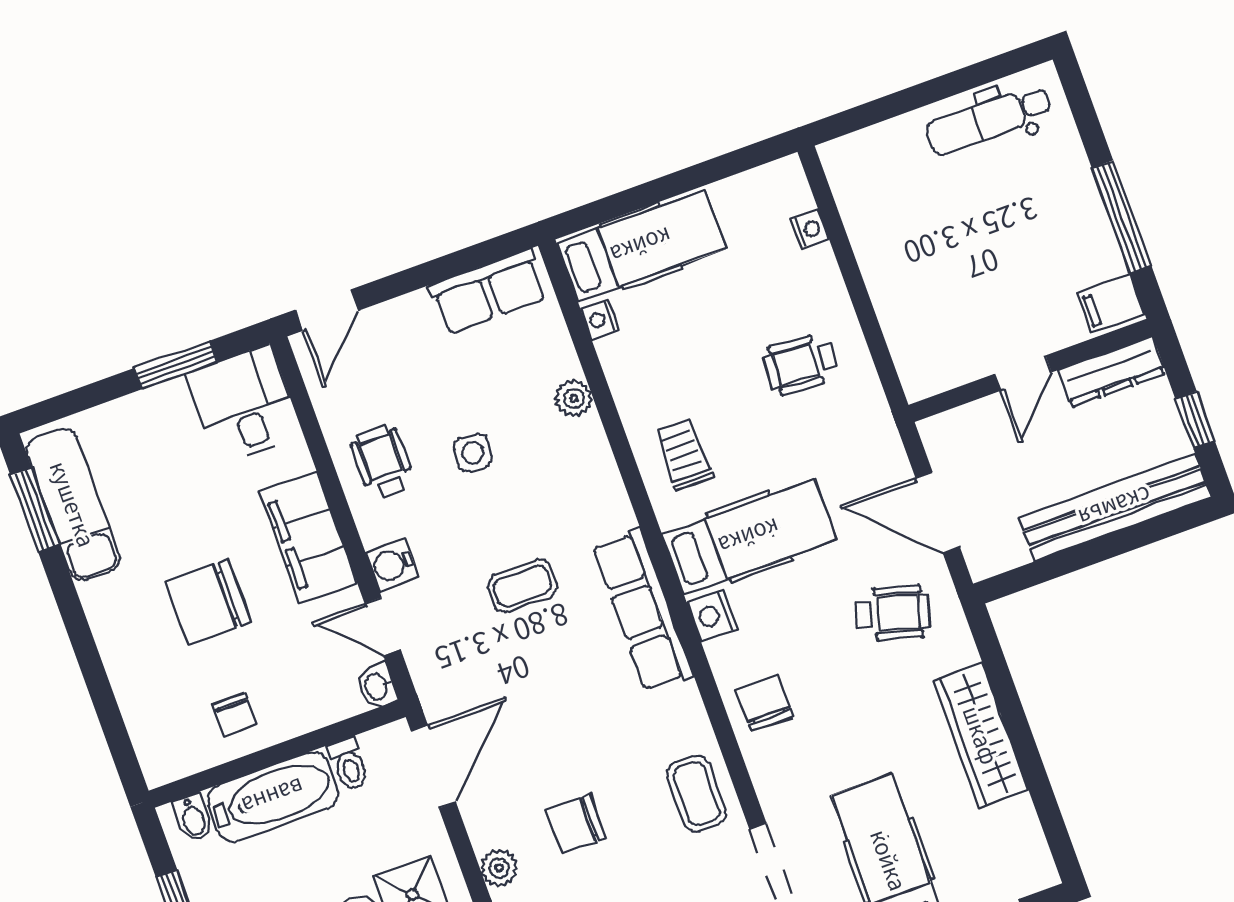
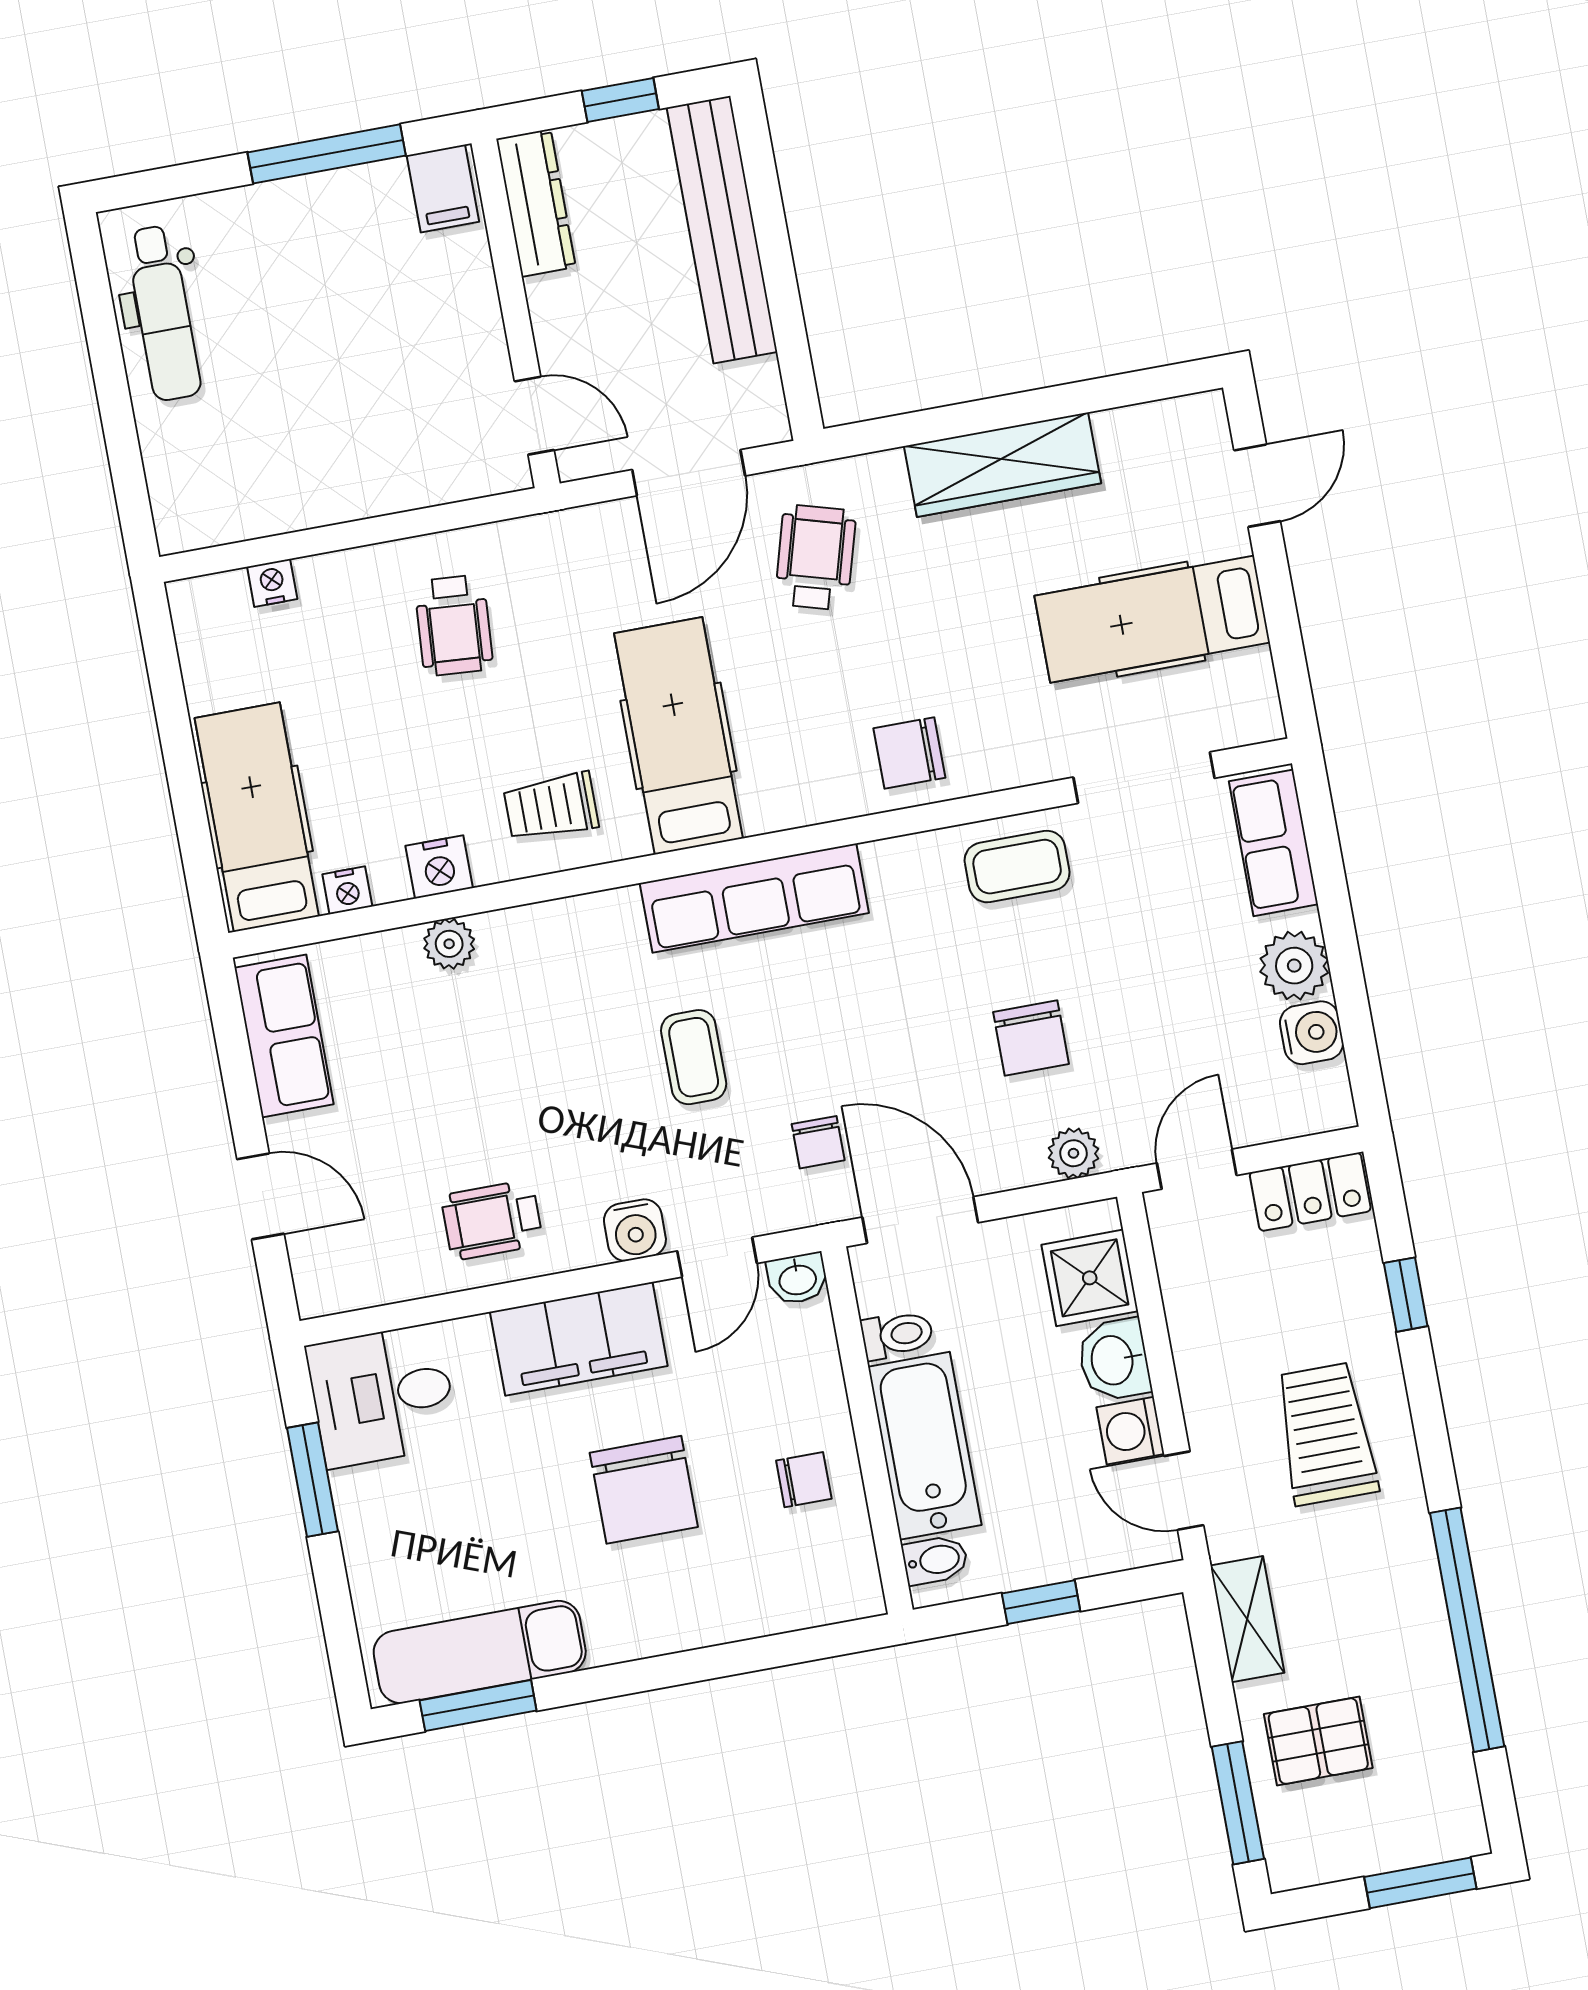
door: (327, 310) -> (260, 1196), moved
door: (1023, 373) -> (534, 416), moved
side table: (473, 453) -> (501, 1094), removed
nightstand: (712, 616) -> (439, 867), moved
chair: (477, 685) -> (818, 1142), added

